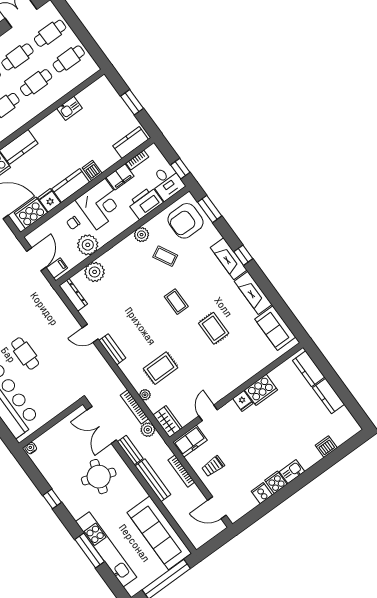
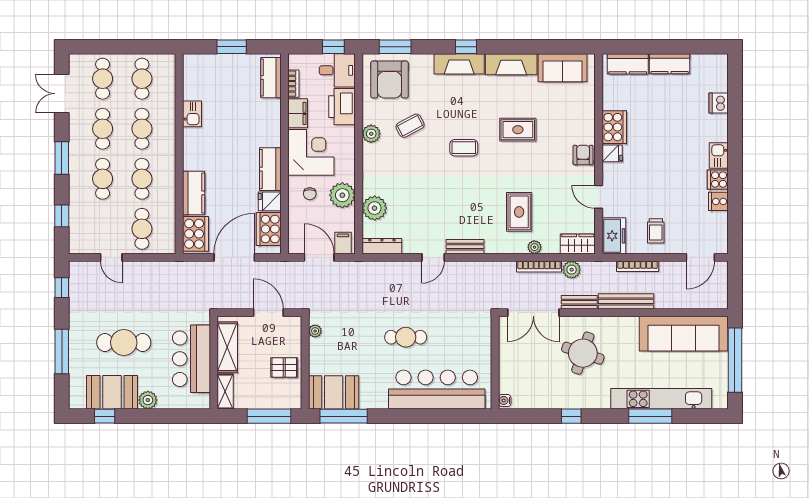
dishwasher: (92, 170) -> (271, 137), removed
armchair: (228, 383) -> (583, 155), added

